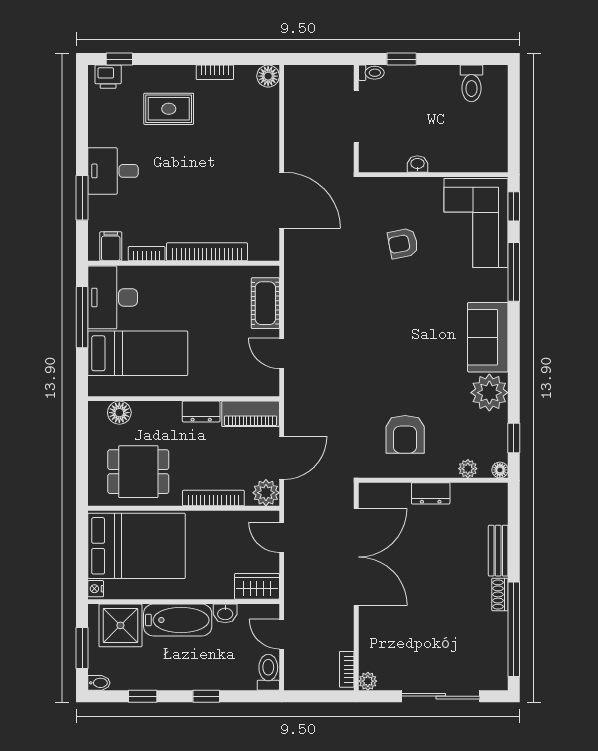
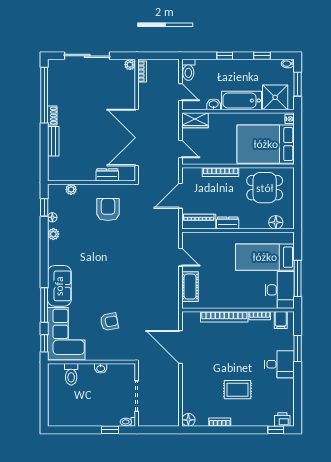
toilet: (471, 83) -> (71, 374), moved, turned 180
rug: (169, 109) -> (237, 390), moved
sofa: (488, 337) -> (59, 286), moved
plant: (489, 393) -> (53, 234), width x0.53, depth x0.53
floor lamp: (500, 470) -> (52, 217), moved
plant: (266, 493) -> (190, 175), removed
dresser: (431, 493) -> (107, 175), moved

